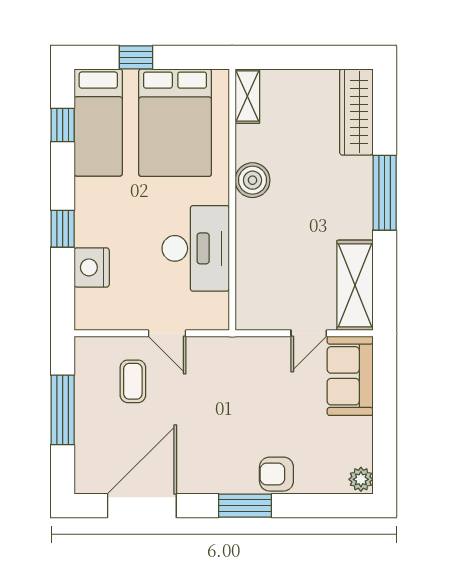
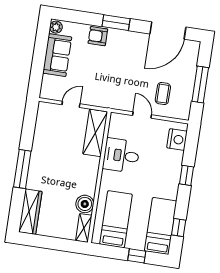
bed: (175, 123) -> (116, 219), width x0.67
boiler: (252, 180) -> (85, 204), moved
desk: (196, 248) -> (121, 155), width x0.73
nightstand: (92, 267) -> (177, 140), moved
shelving: (355, 285) -> (95, 133), moved
sofa: (350, 376) -> (57, 55), moved
armchair: (276, 474) -> (98, 36), turned 180

